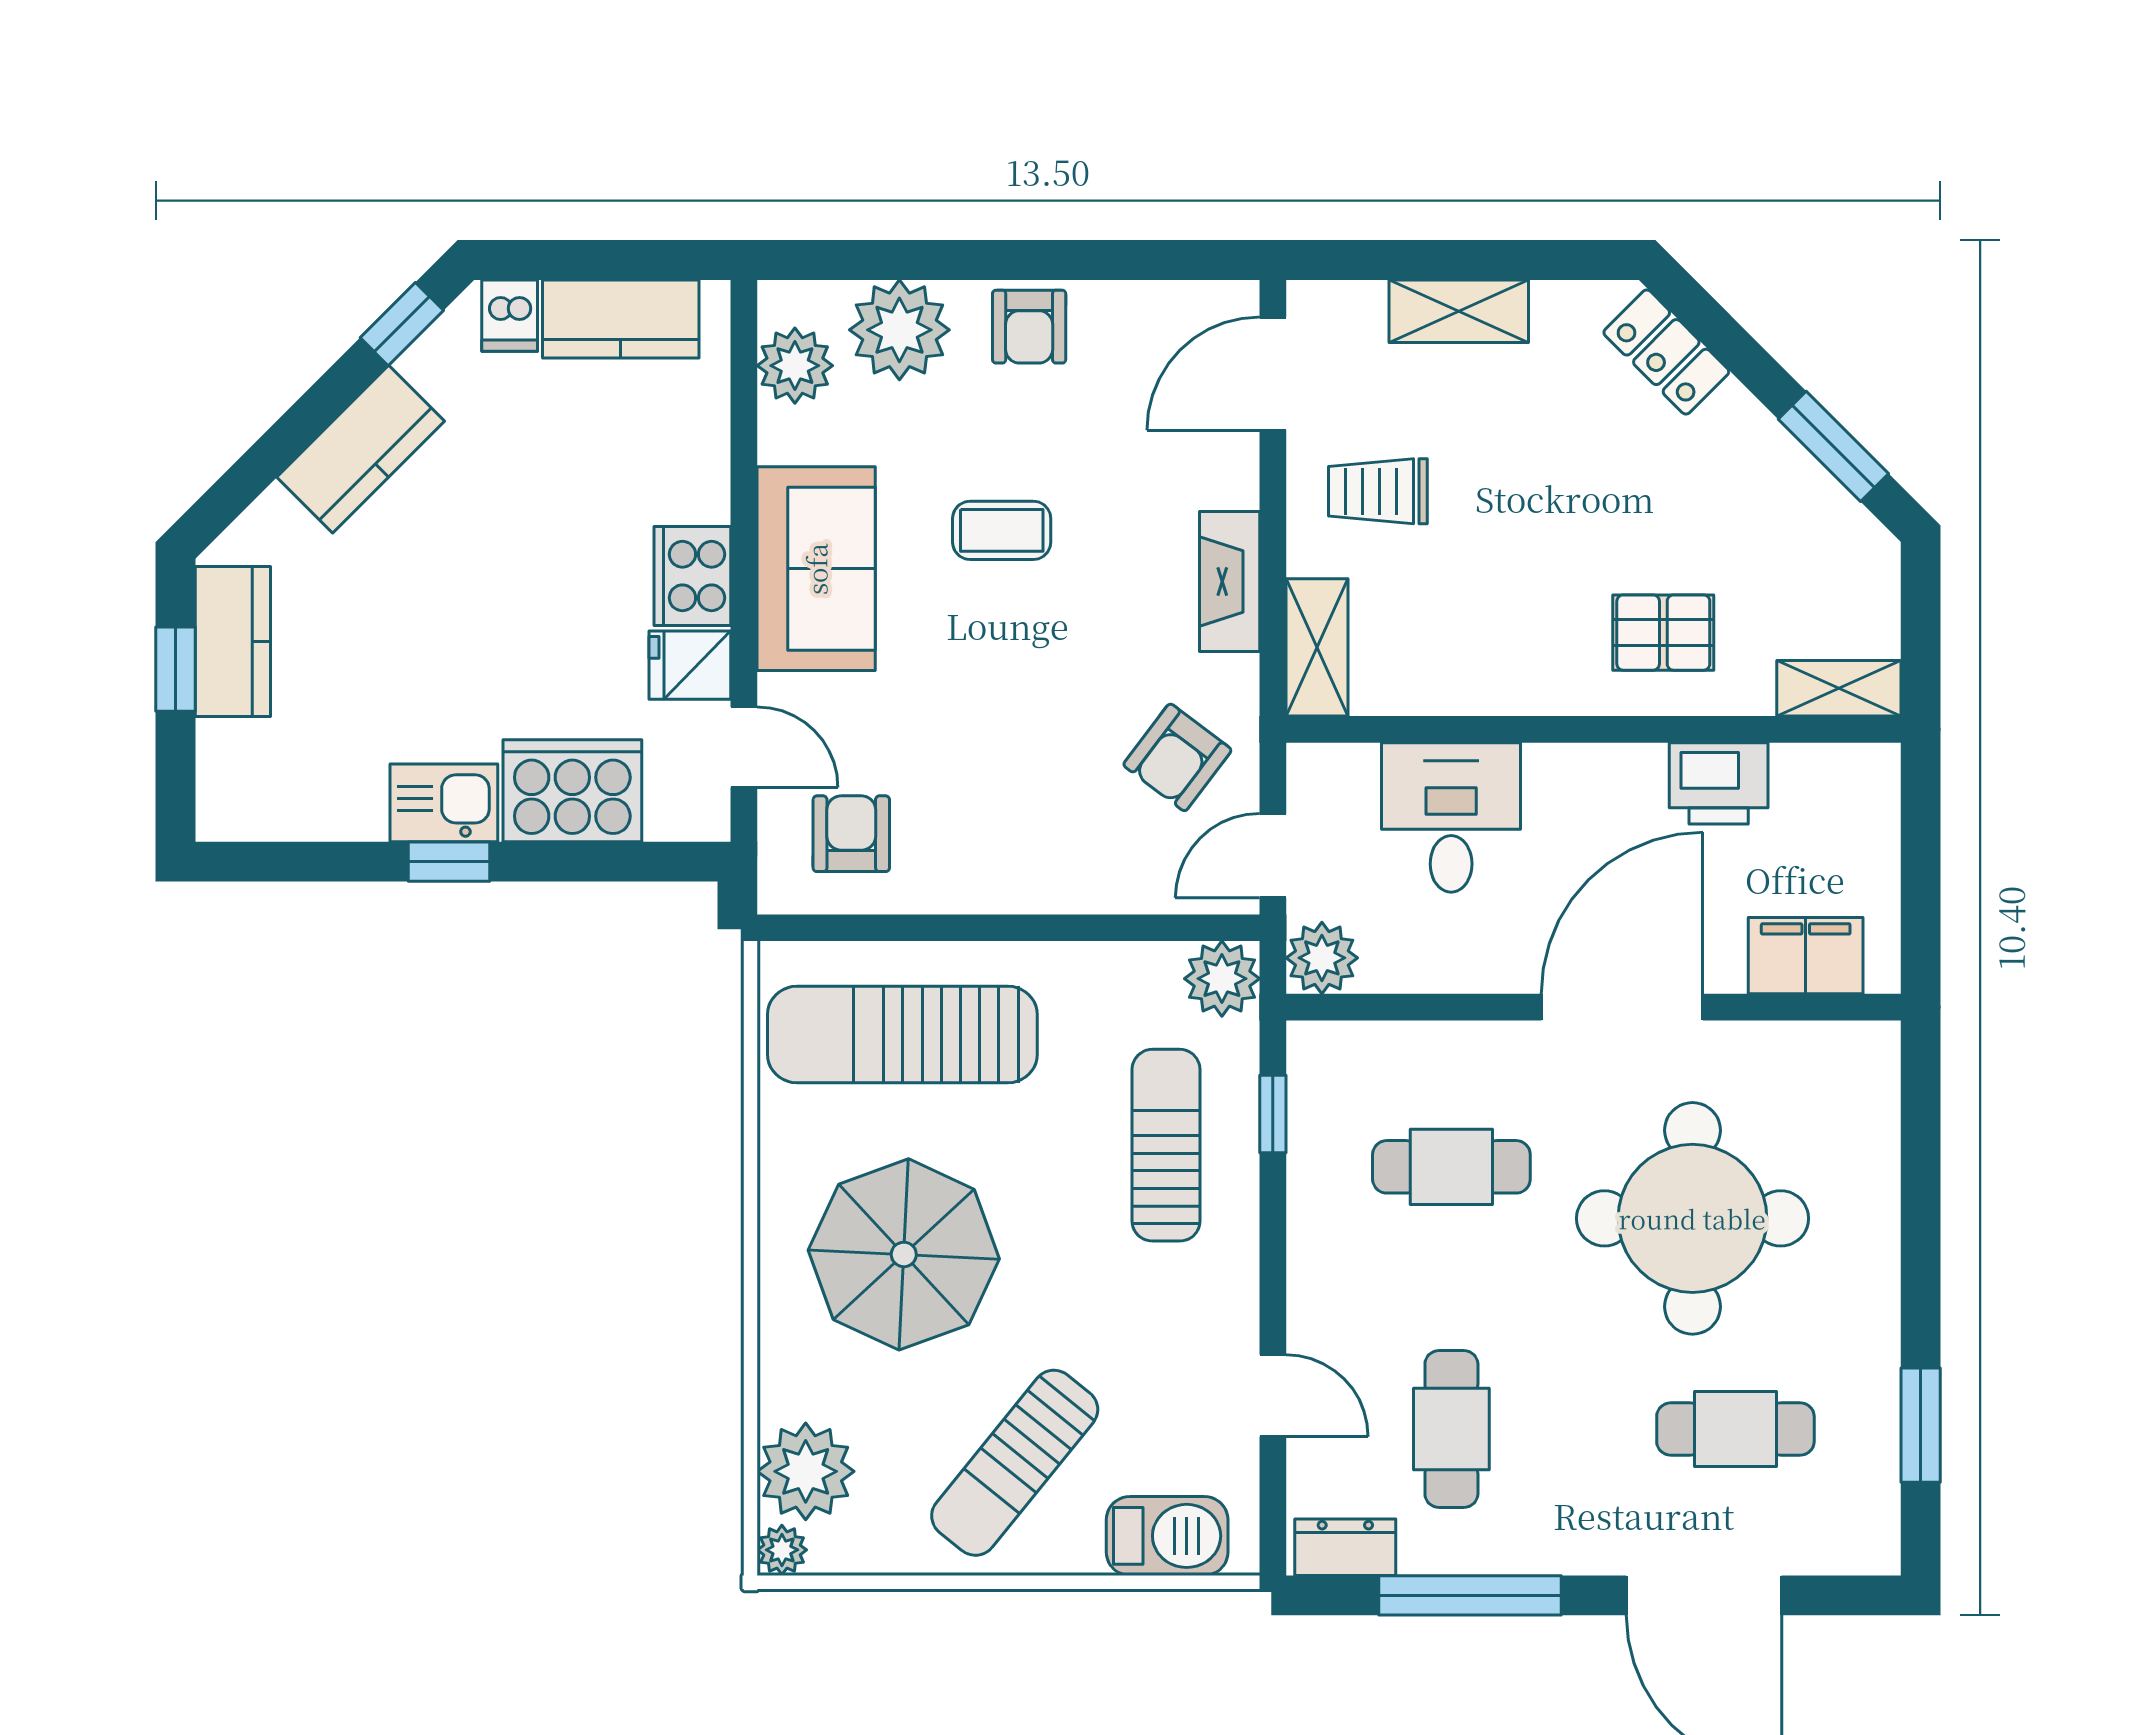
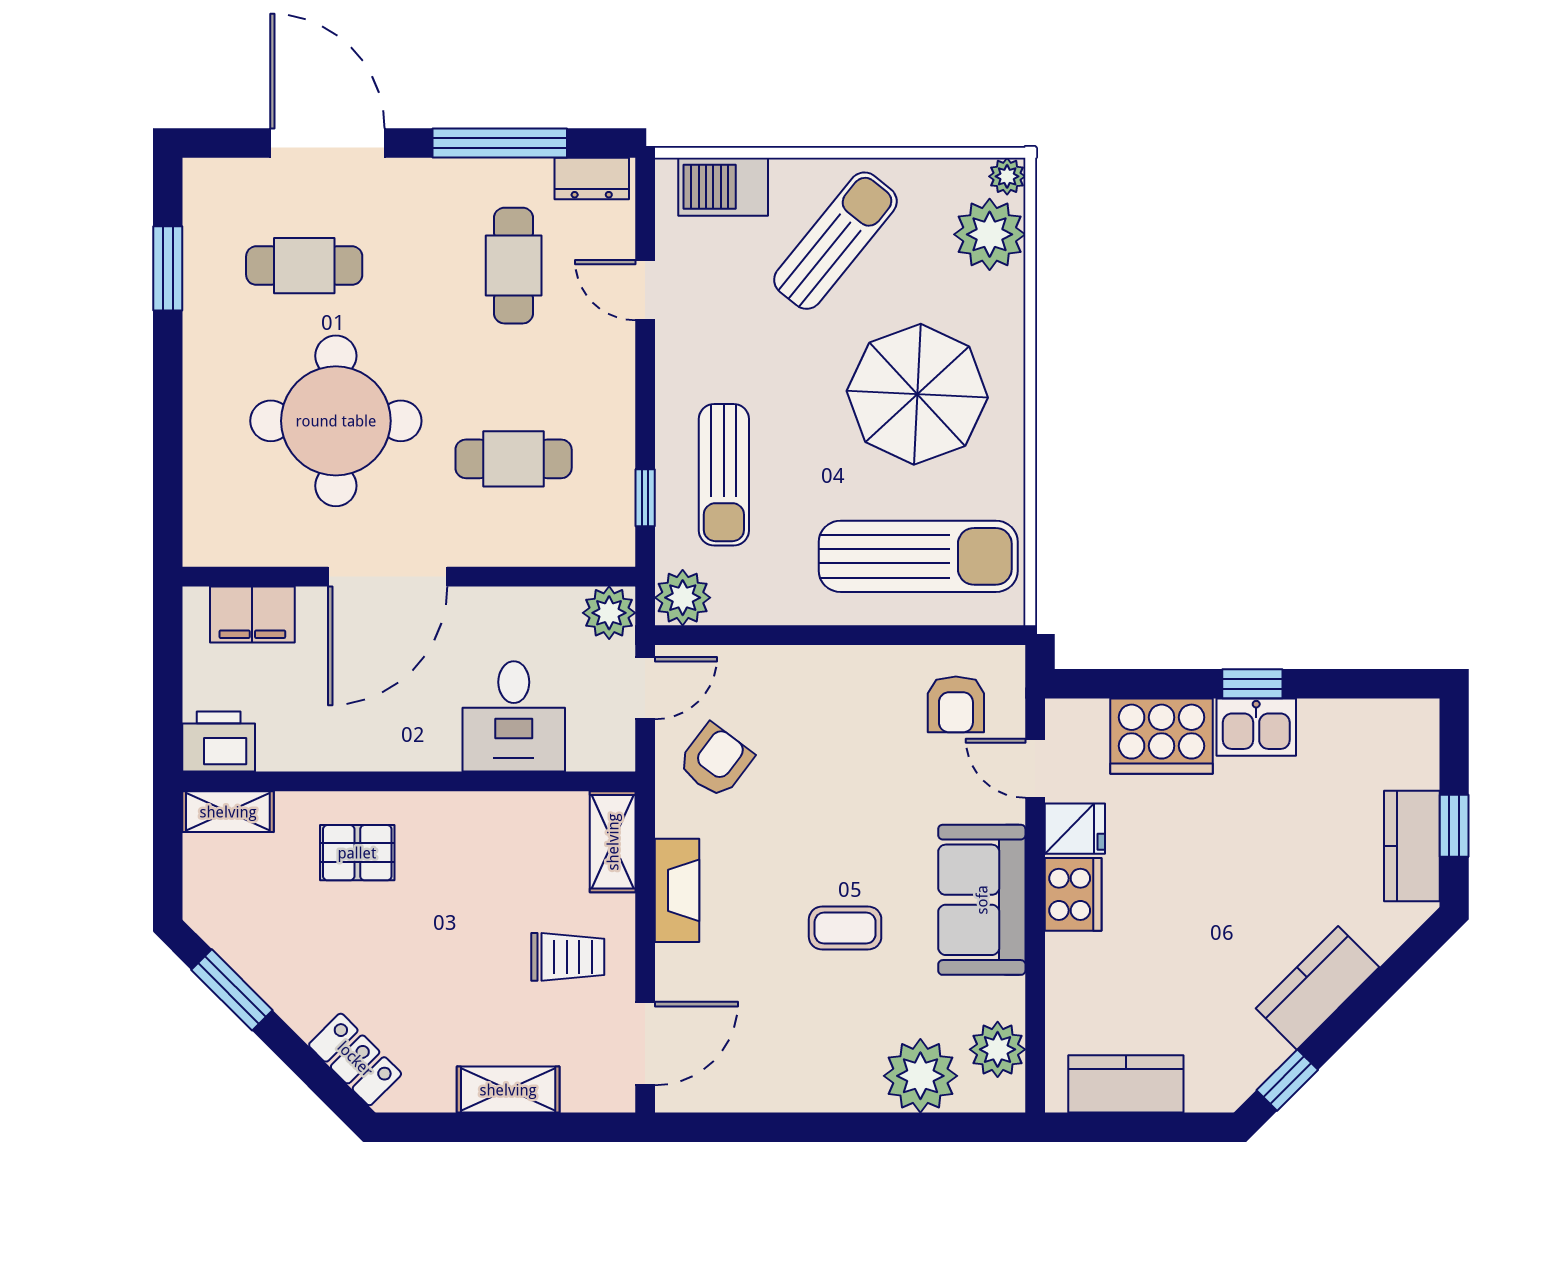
dishwasher: (510, 316) -> (1208, 1086), removed
armchair: (1029, 327) -> (825, 1078), removed
printer: (1719, 783) -> (219, 741), moved

